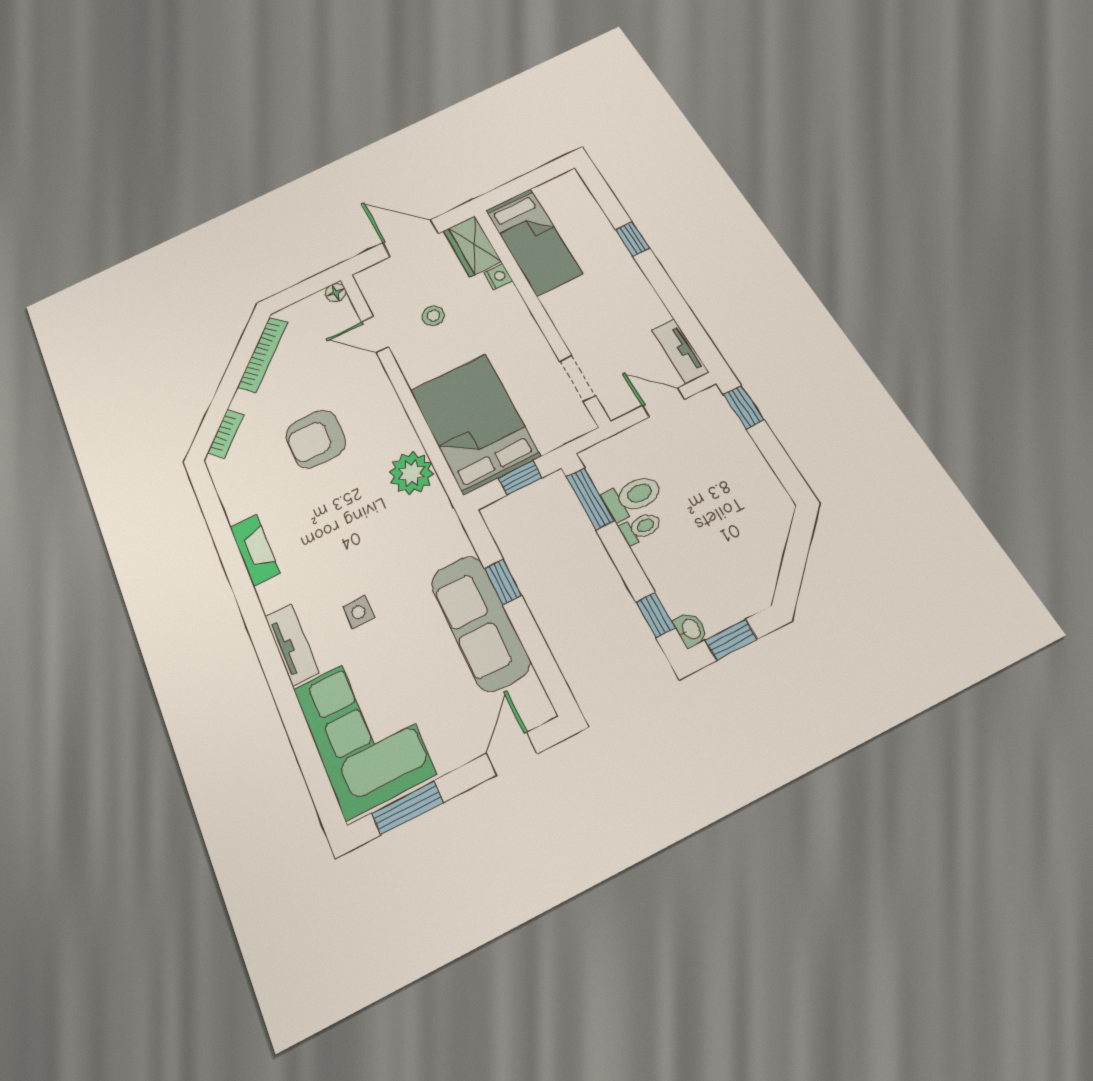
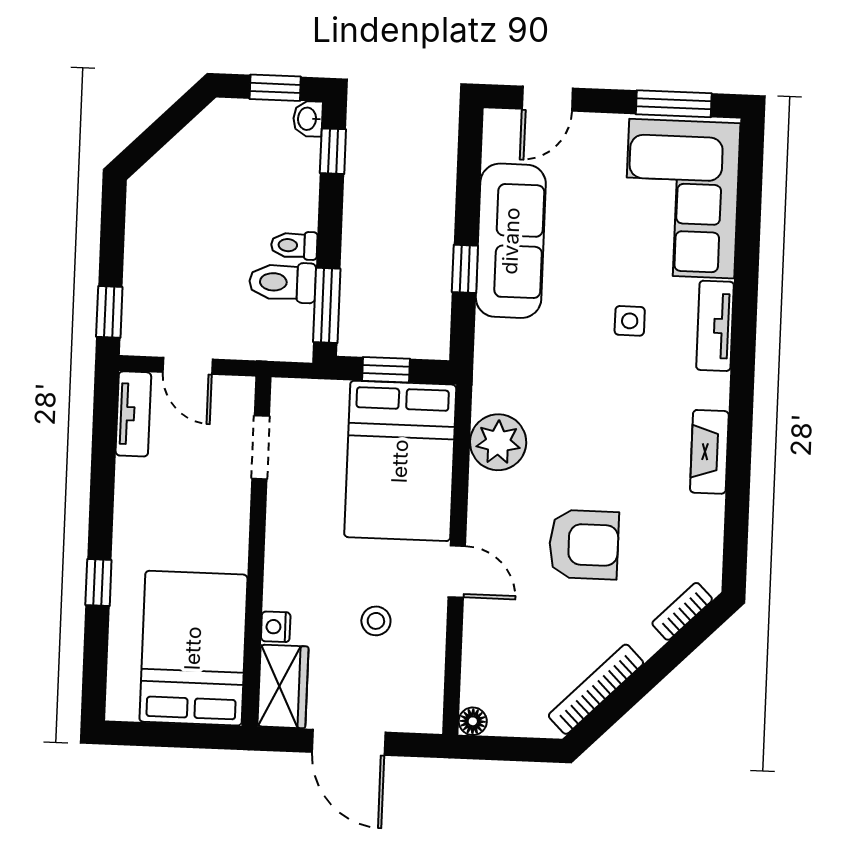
bed: (533, 241) -> (193, 648), width x1.50
door: (375, 335) -> (457, 571), moved

